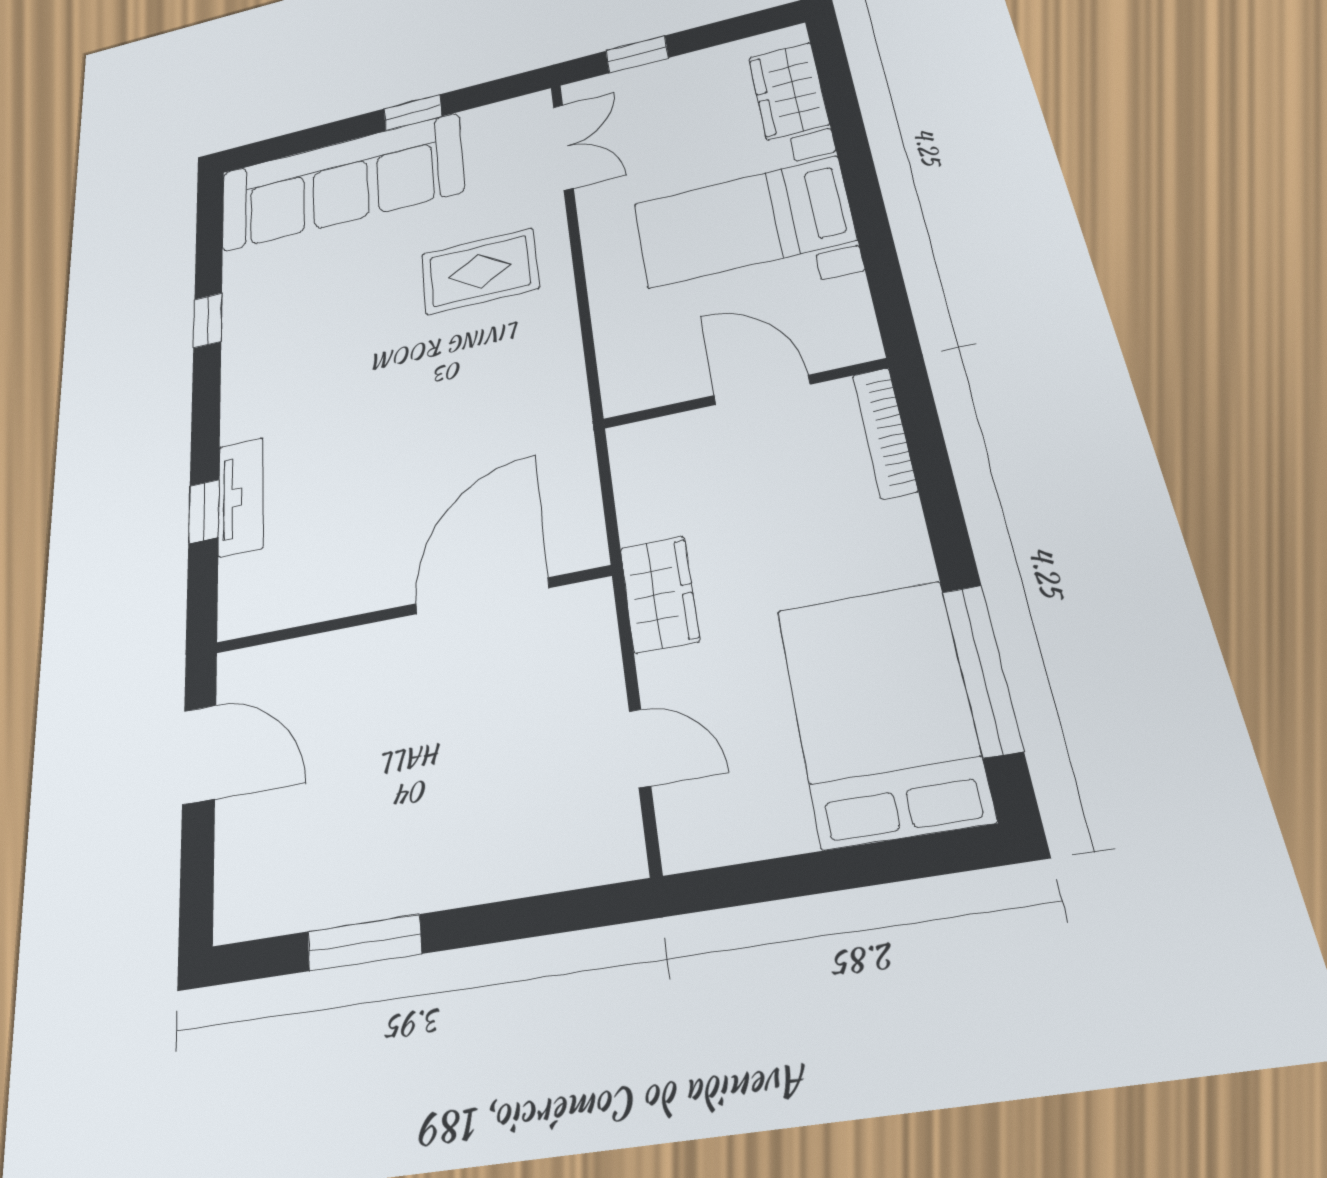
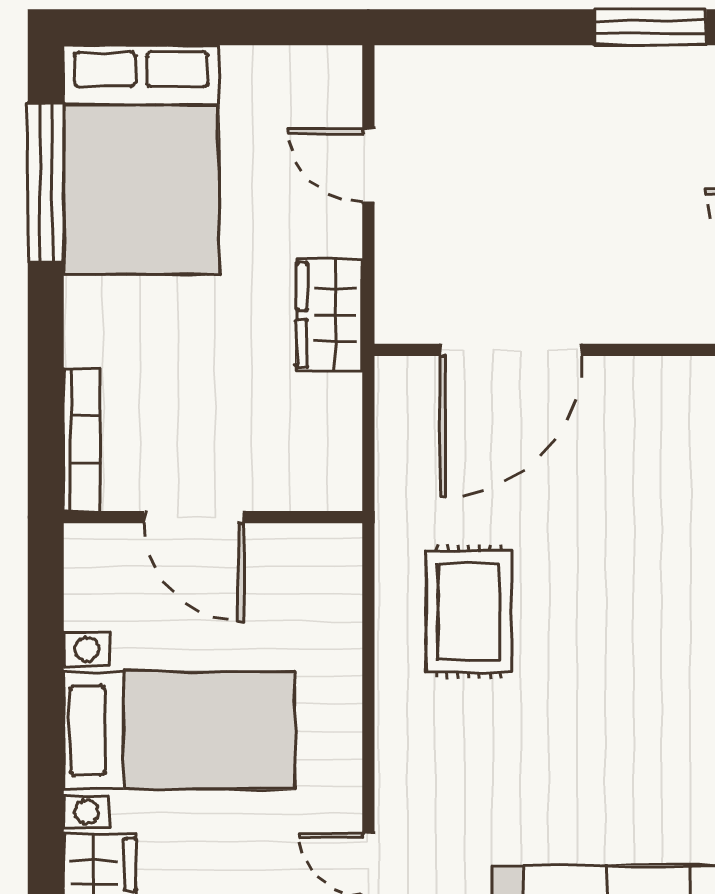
rug: (480, 271) -> (469, 612), moved, turned 90

